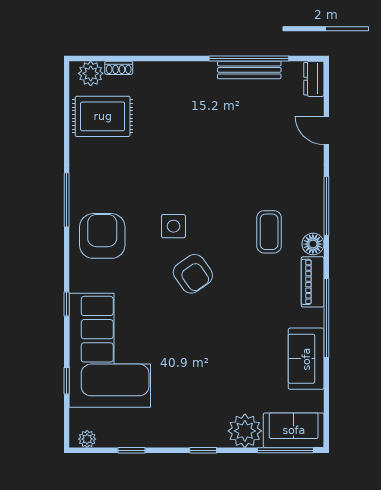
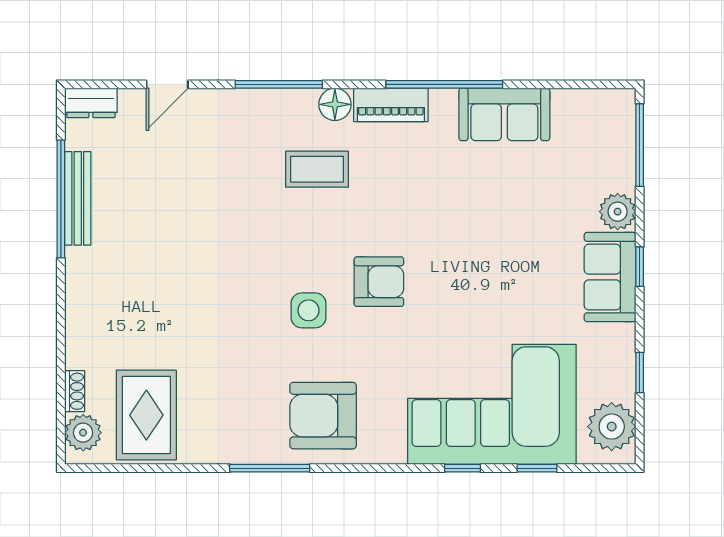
armchair: (193, 274) -> (379, 282), turned 35
window: (67, 304) -> (463, 468), moved
sofa: (294, 430) -> (610, 277), moved
plant: (245, 431) -> (618, 212), width x0.73, depth x0.73
plant: (87, 439) -> (612, 427), width x1.88, depth x1.88

